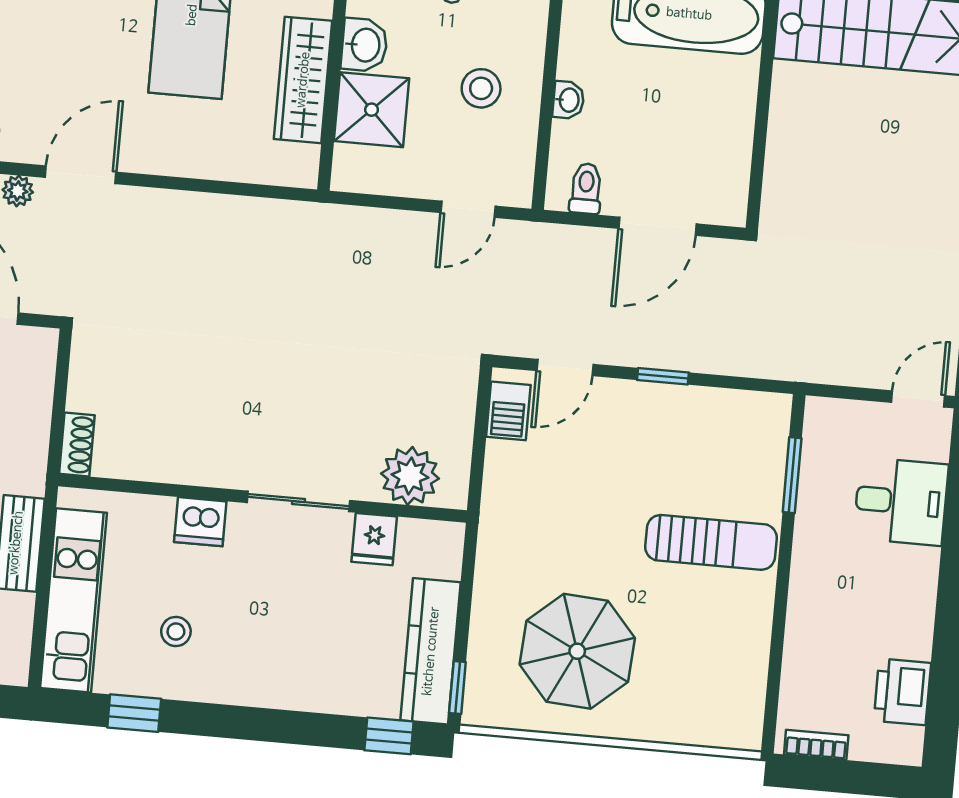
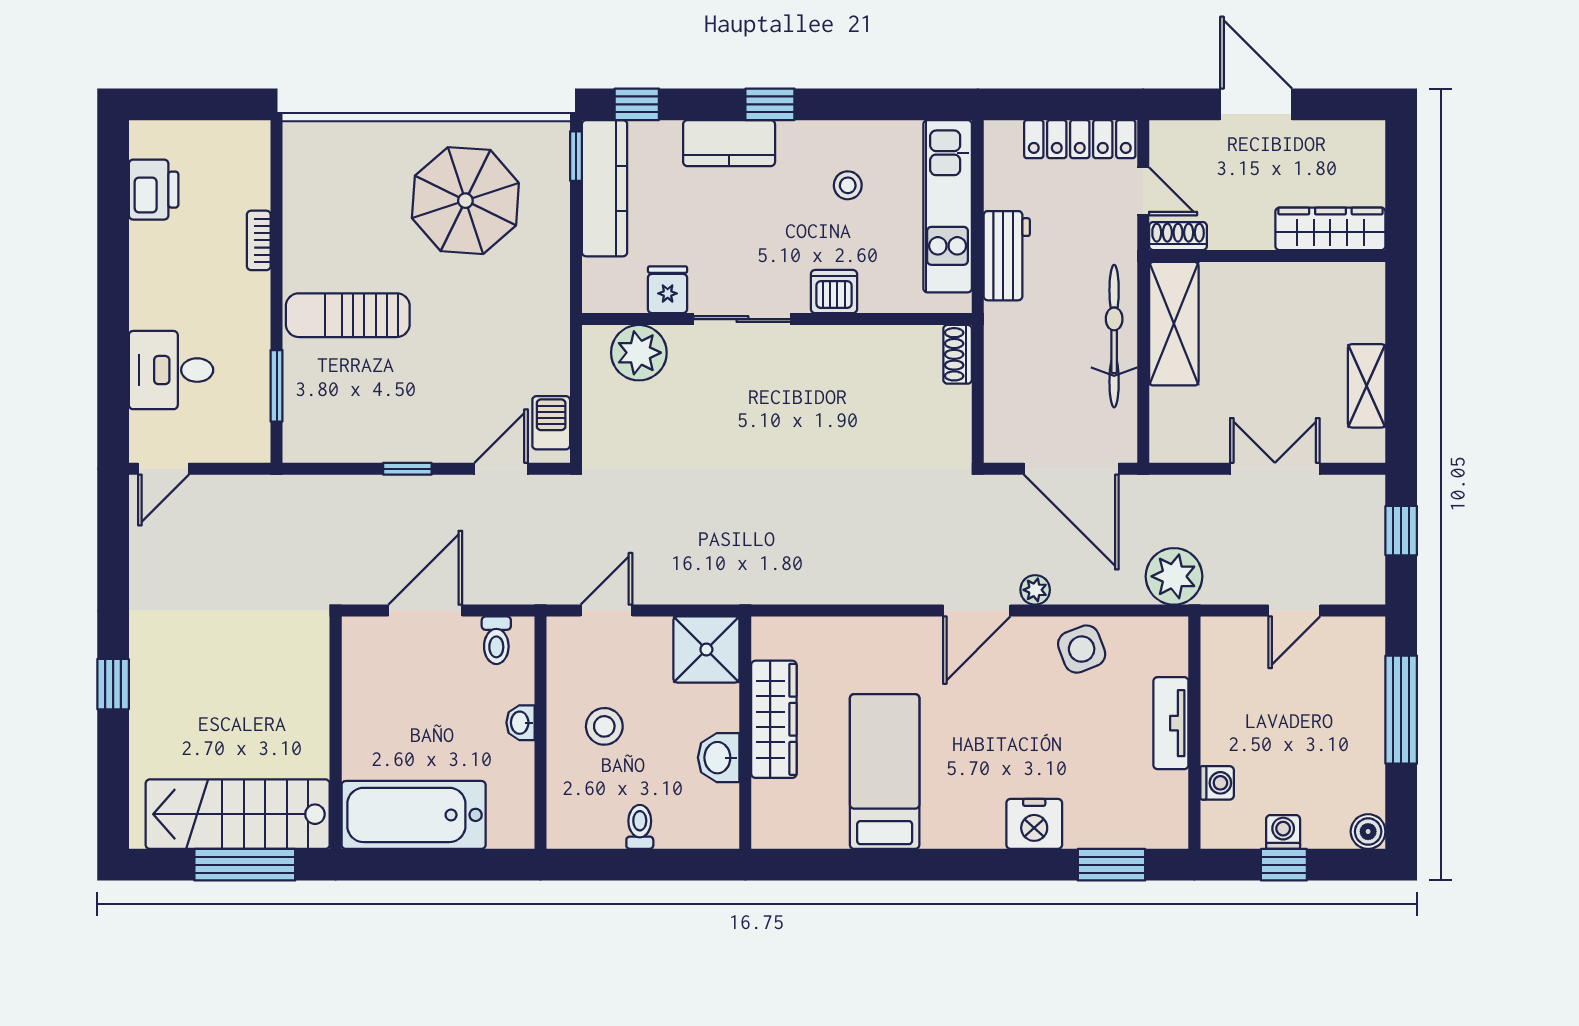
shower: (372, 110) -> (706, 649), moved
kitchen counter: (296, 687) -> (729, 143), added
window: (134, 713) -> (770, 104), moved
bookcase: (816, 745) -> (259, 240), moved, turned 90

